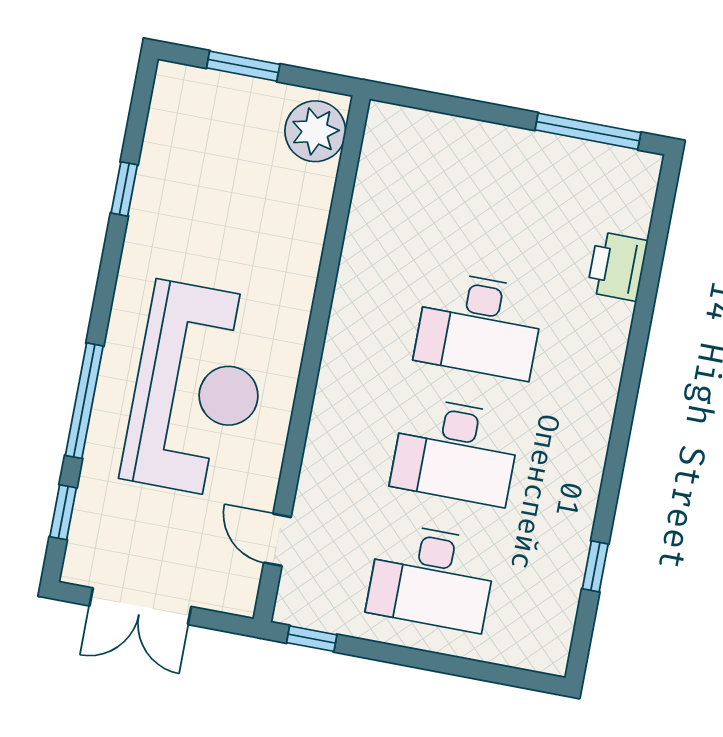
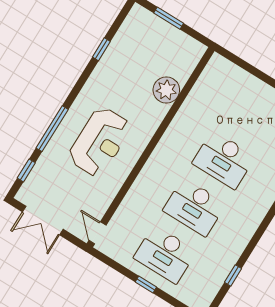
plant: (315, 131) -> (166, 90), moved
reception desk: (197, 390) -> (100, 142), width x0.74, depth x0.77
door: (277, 540) -> (98, 233), moved
window: (312, 639) -> (146, 284), moved

